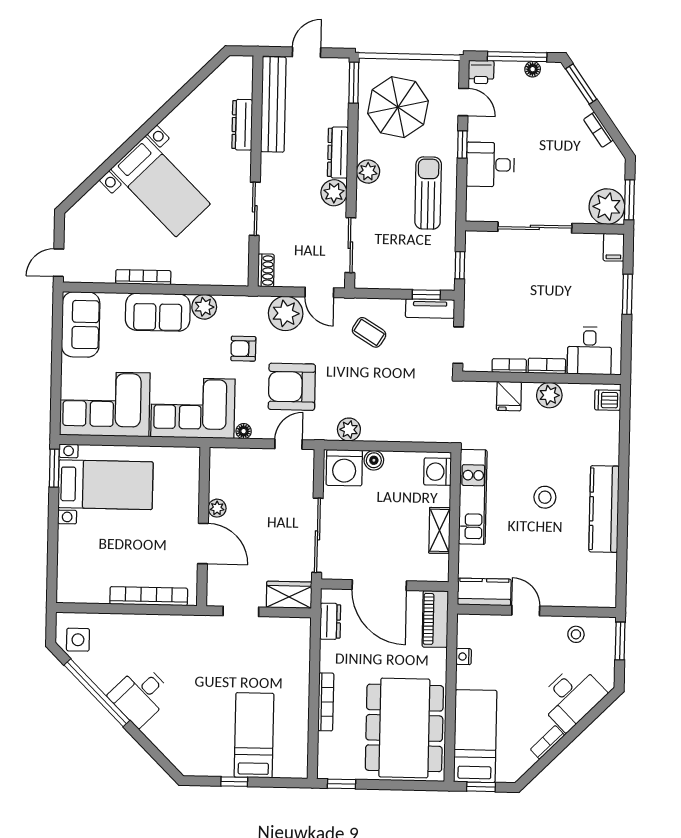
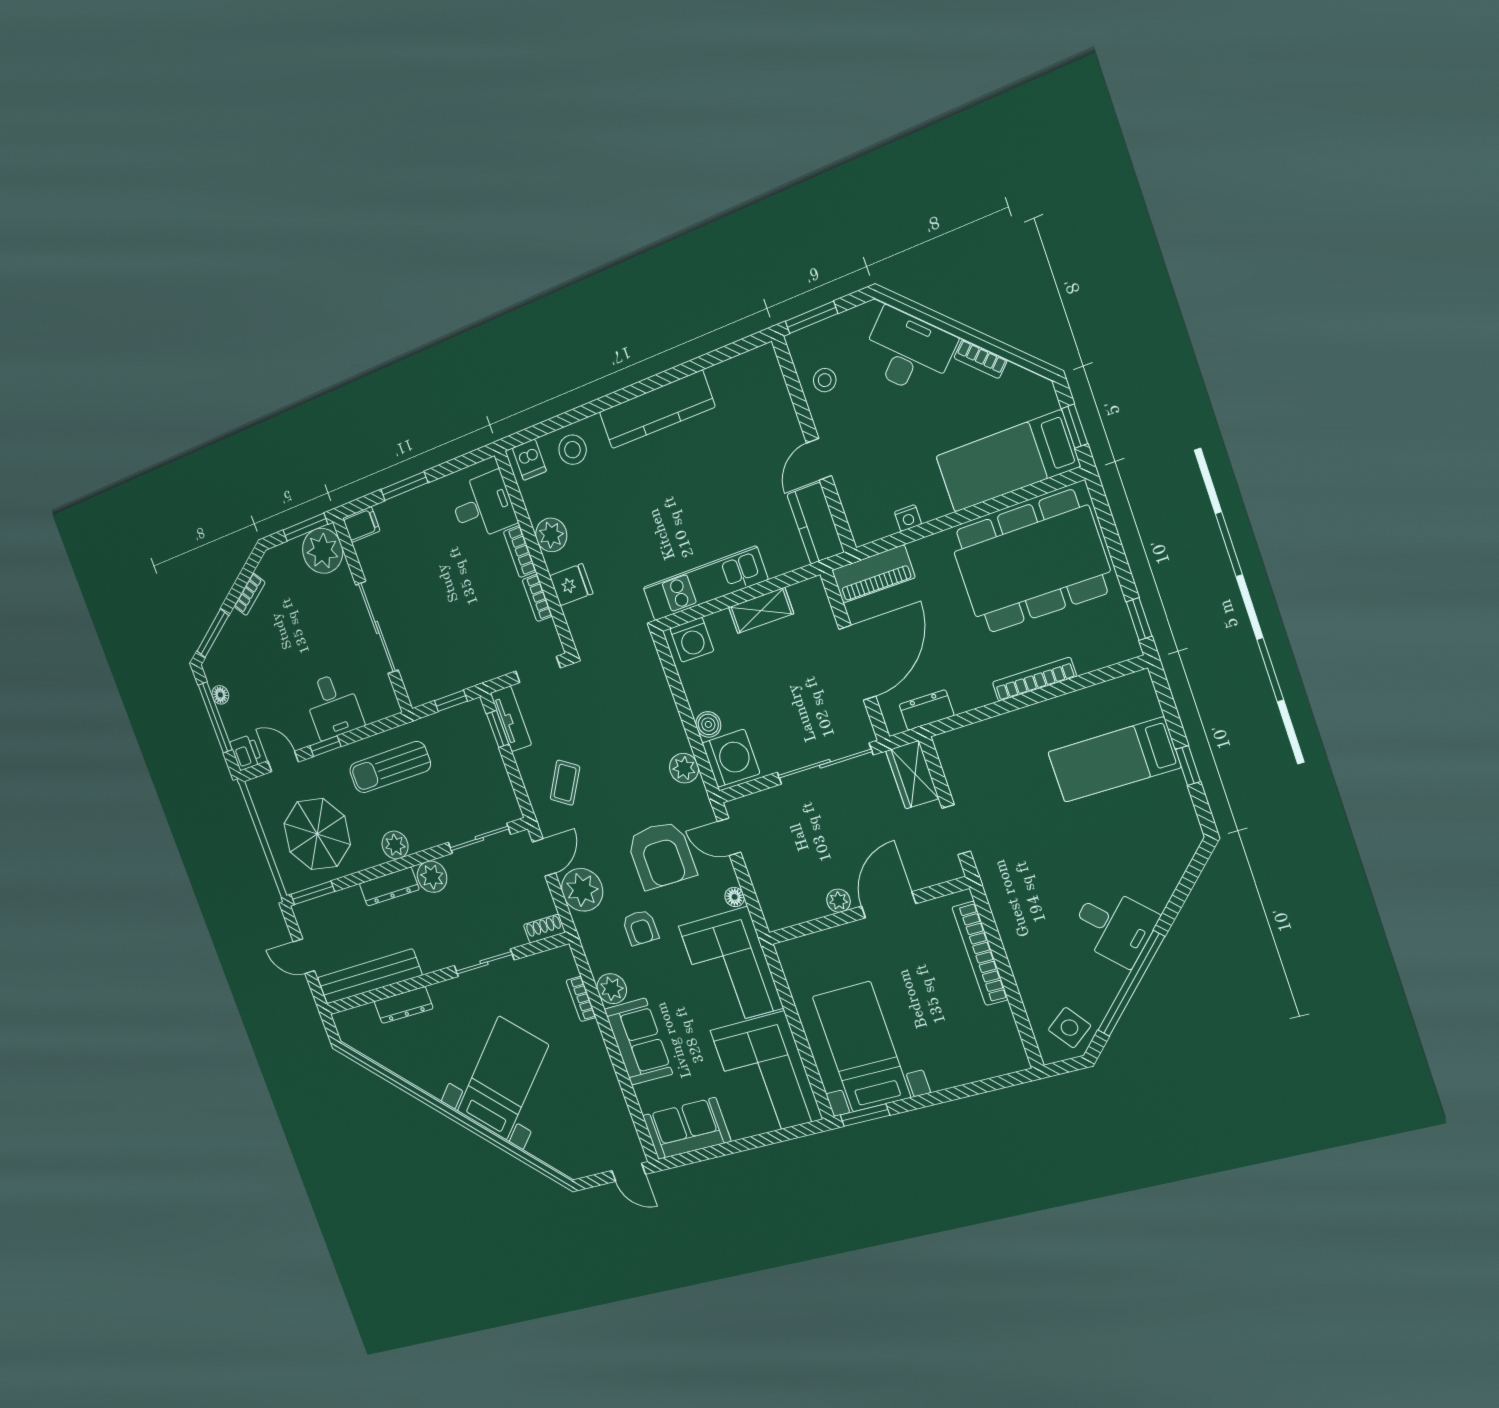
door: (463, 102) -> (283, 761), hinge flipped
bookcase: (143, 277) -> (581, 999), moved, width x0.64
stool: (545, 497) -> (573, 450), moved
side table: (78, 640) -> (1070, 1028), turned -37

